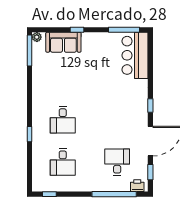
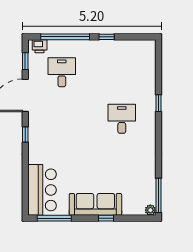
sofa: (63, 42) -> (95, 204), moved, width x1.36
desk: (63, 162) -> (122, 72), removed
desk: (117, 162) -> (62, 72), turned 180
window: (49, 194) -> (107, 37), moved

